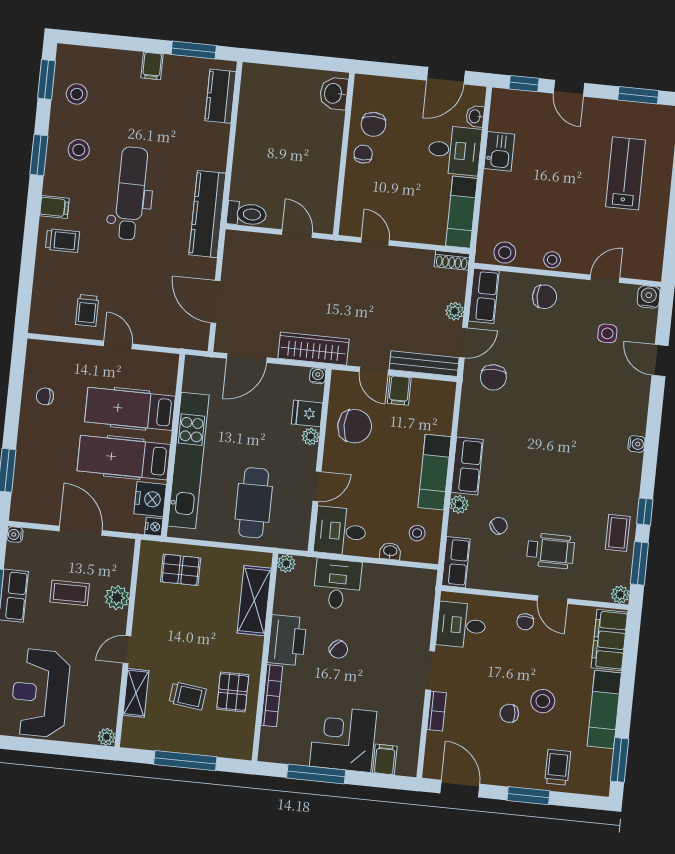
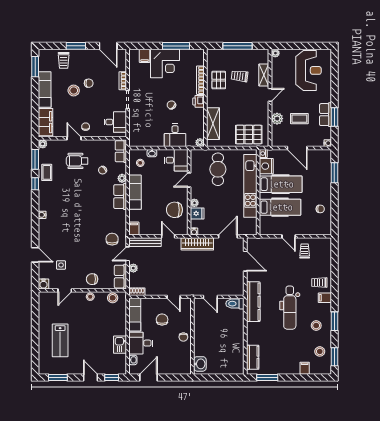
filing cabinet: (152, 66) -> (305, 368), moved
chair: (373, 124) -> (162, 320), moved
filing cabinet: (399, 390) -> (134, 229), moved
pallet: (181, 570) -> (249, 135), width x1.50, depth x1.42
printer: (287, 640) -> (198, 101), width x0.53, depth x0.68

